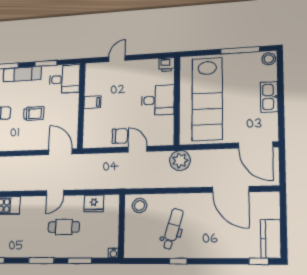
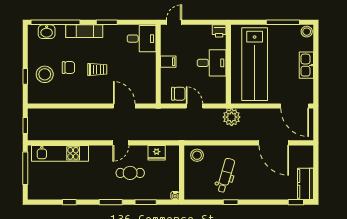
desk: (65, 79) -> (142, 39), moved
filing cabinet: (92, 102) -> (168, 62), moved
wall: (81, 105) -> (158, 64), moved

